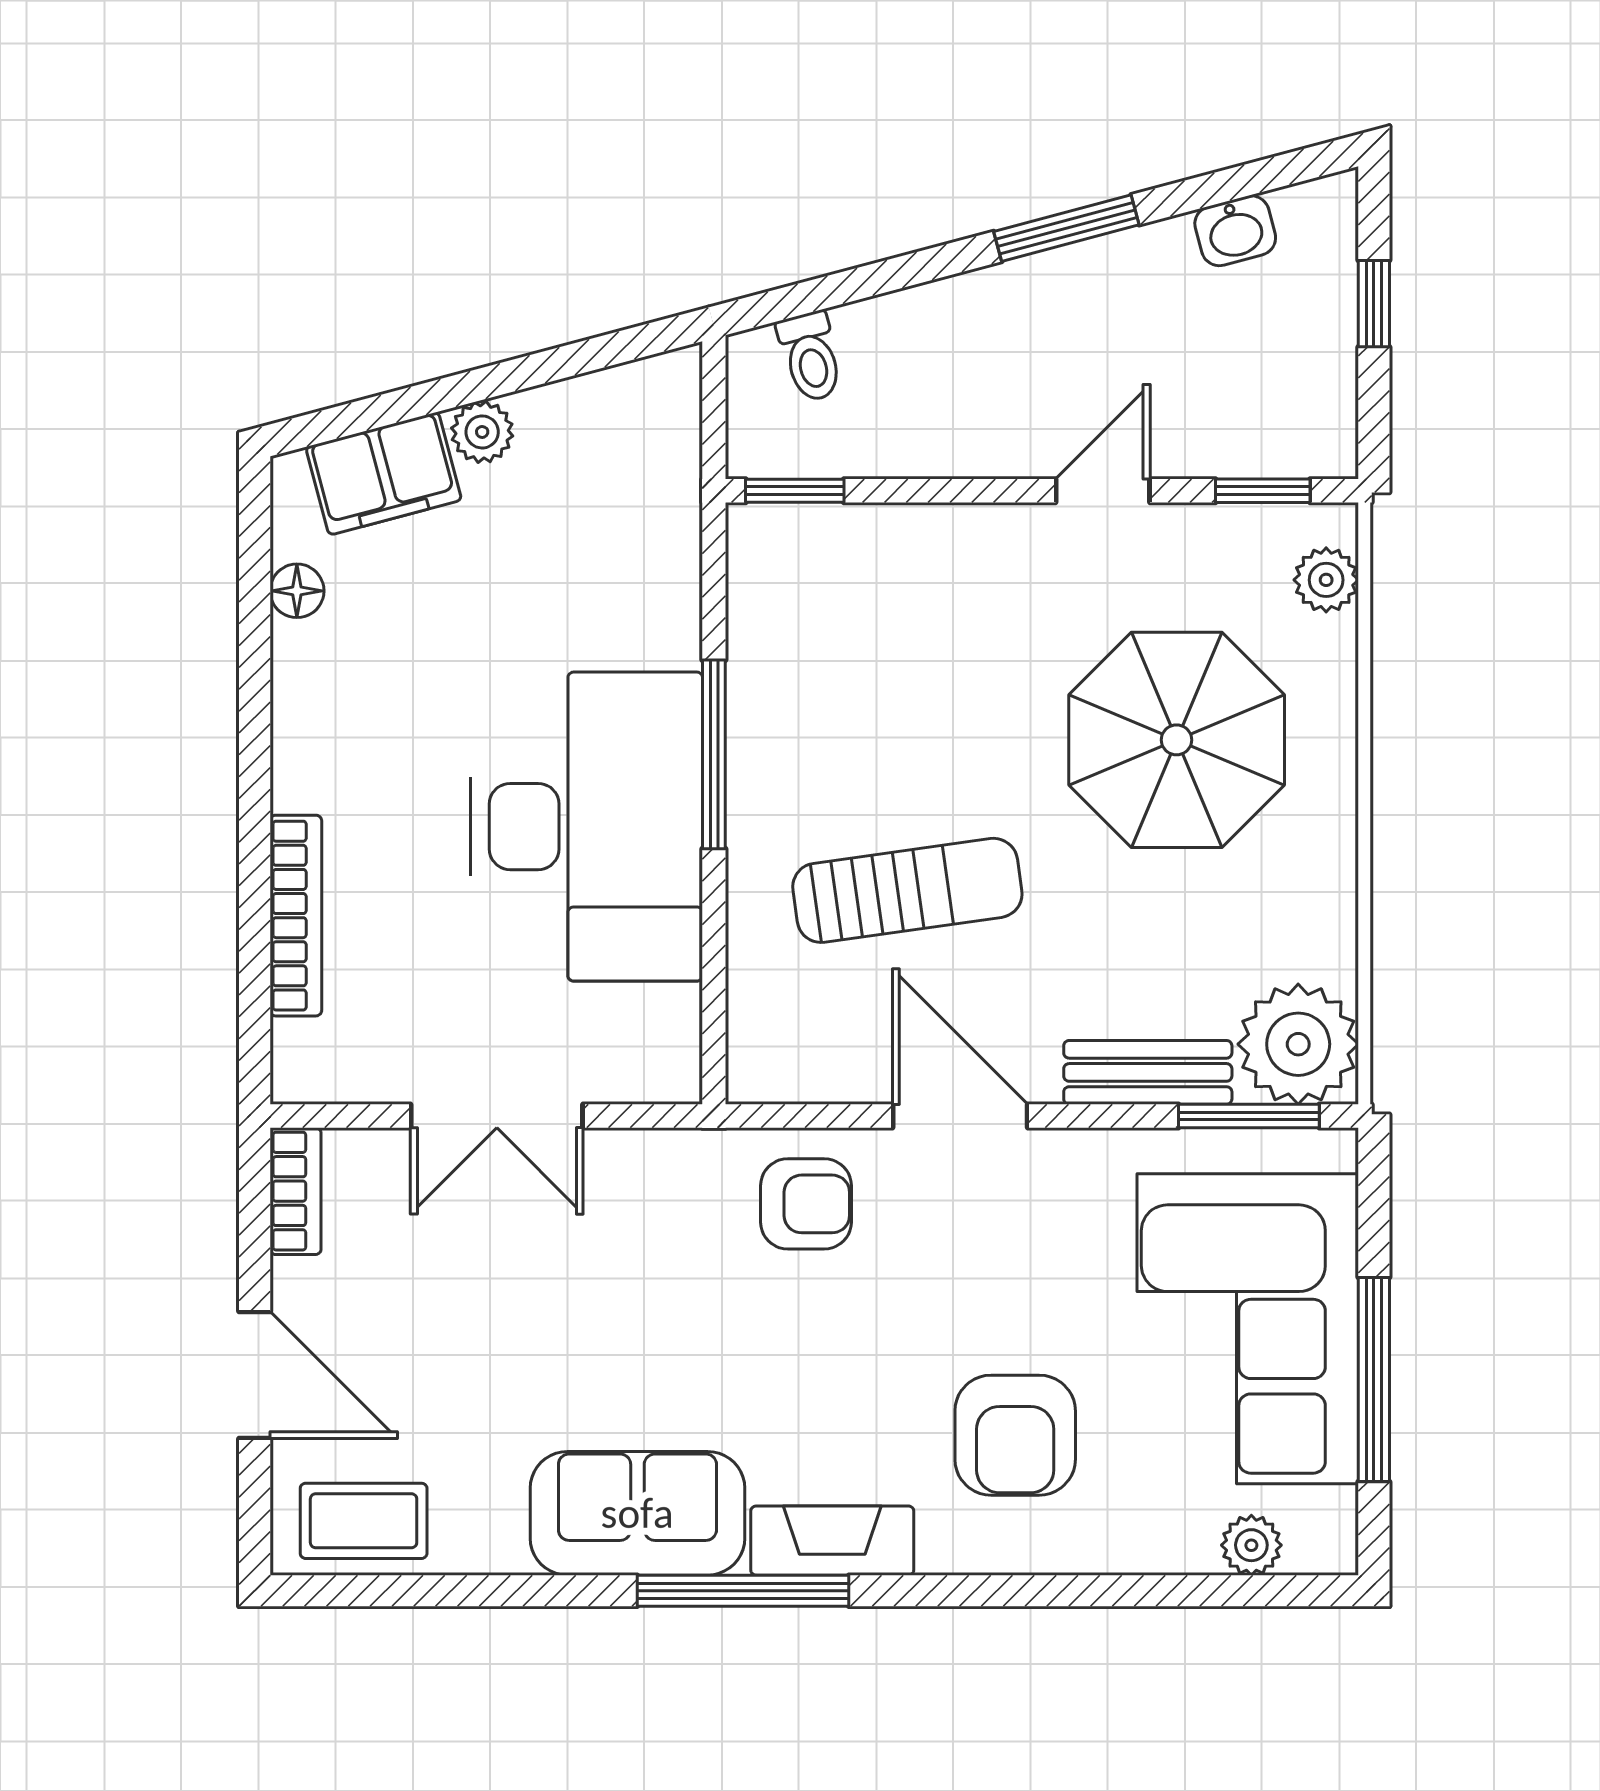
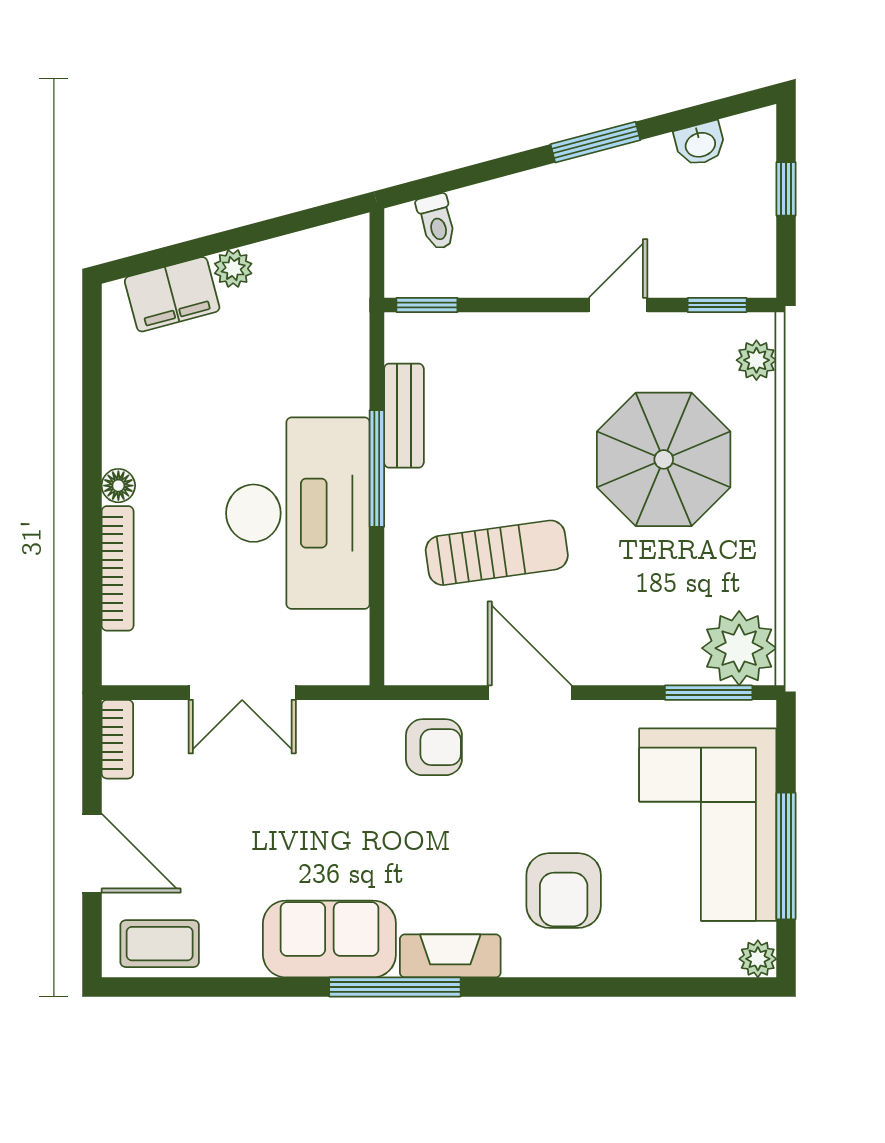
floor lamp: (297, 591) -> (118, 486), moved
bench: (1148, 1072) -> (404, 416), moved, turned 90
plant: (1251, 1545) -> (758, 959), moved

